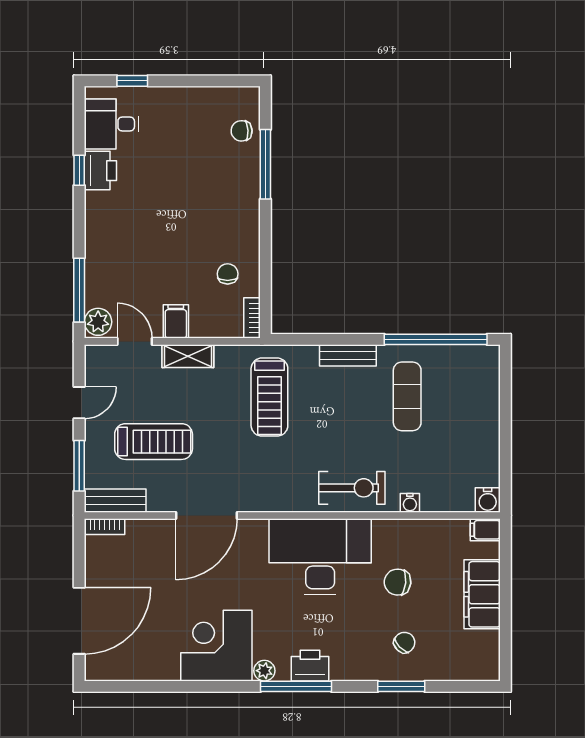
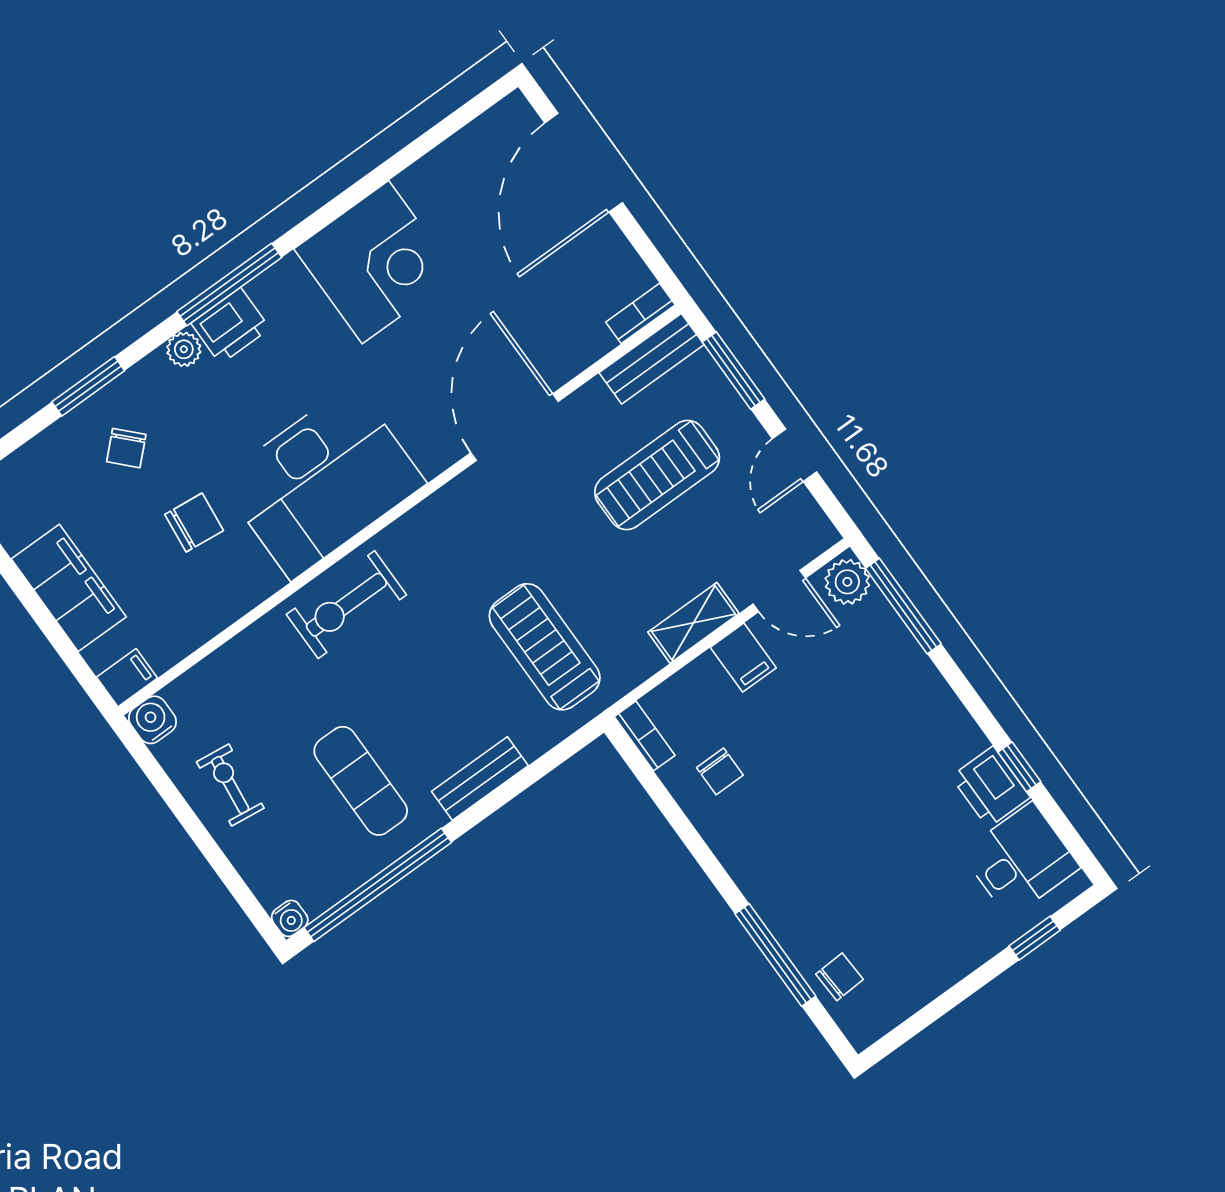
exercise bike: (473, 440) -> (230, 785), added
water cooler: (410, 503) -> (290, 918), moved, turned 180
plant: (264, 671) -> (184, 349), moved

